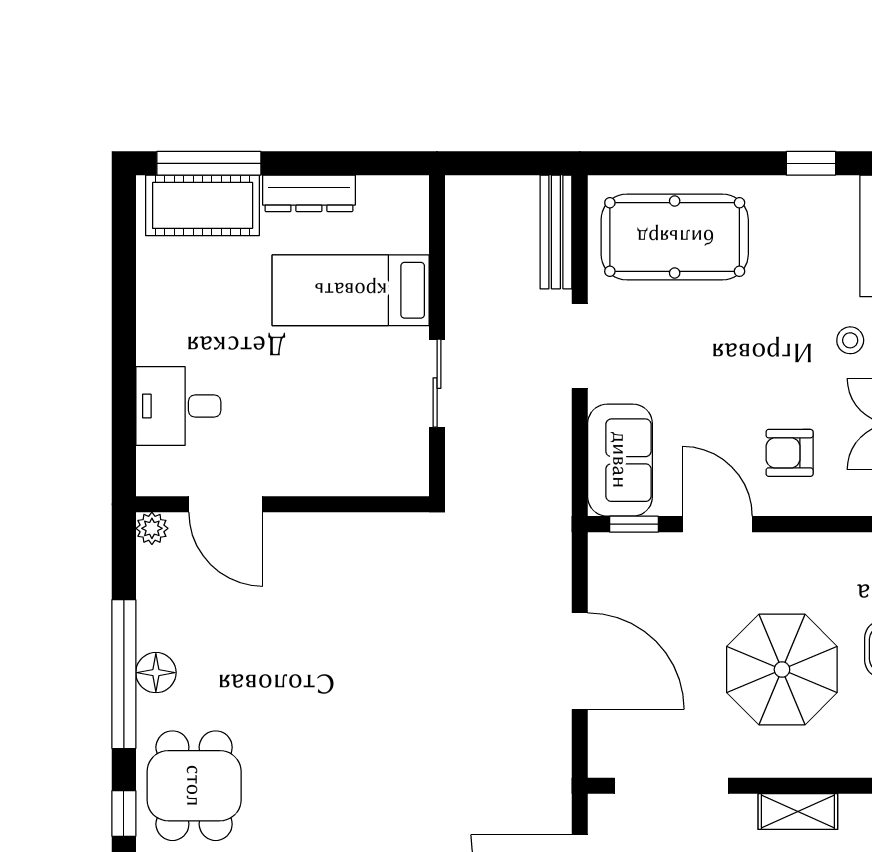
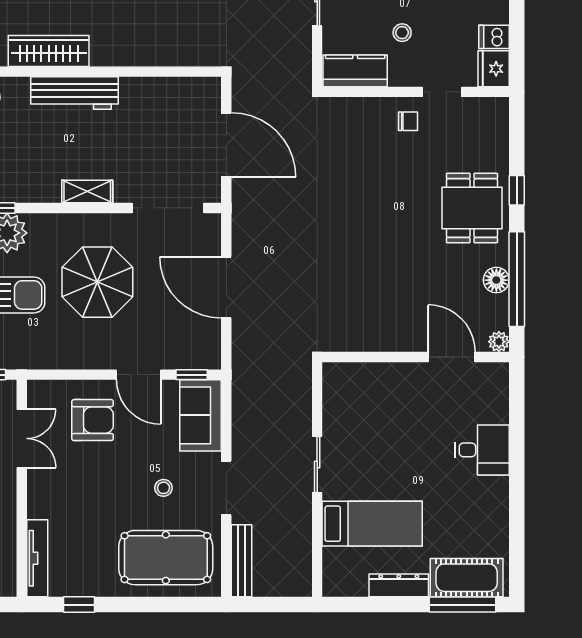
stool: (850, 340) -> (163, 488), moved
armchair: (790, 453) -> (93, 420), width x1.38, depth x1.38
door: (226, 504) -> (452, 357), moved
wall: (282, 504) -> (416, 357), moved
plant: (152, 528) -> (499, 342), moved

